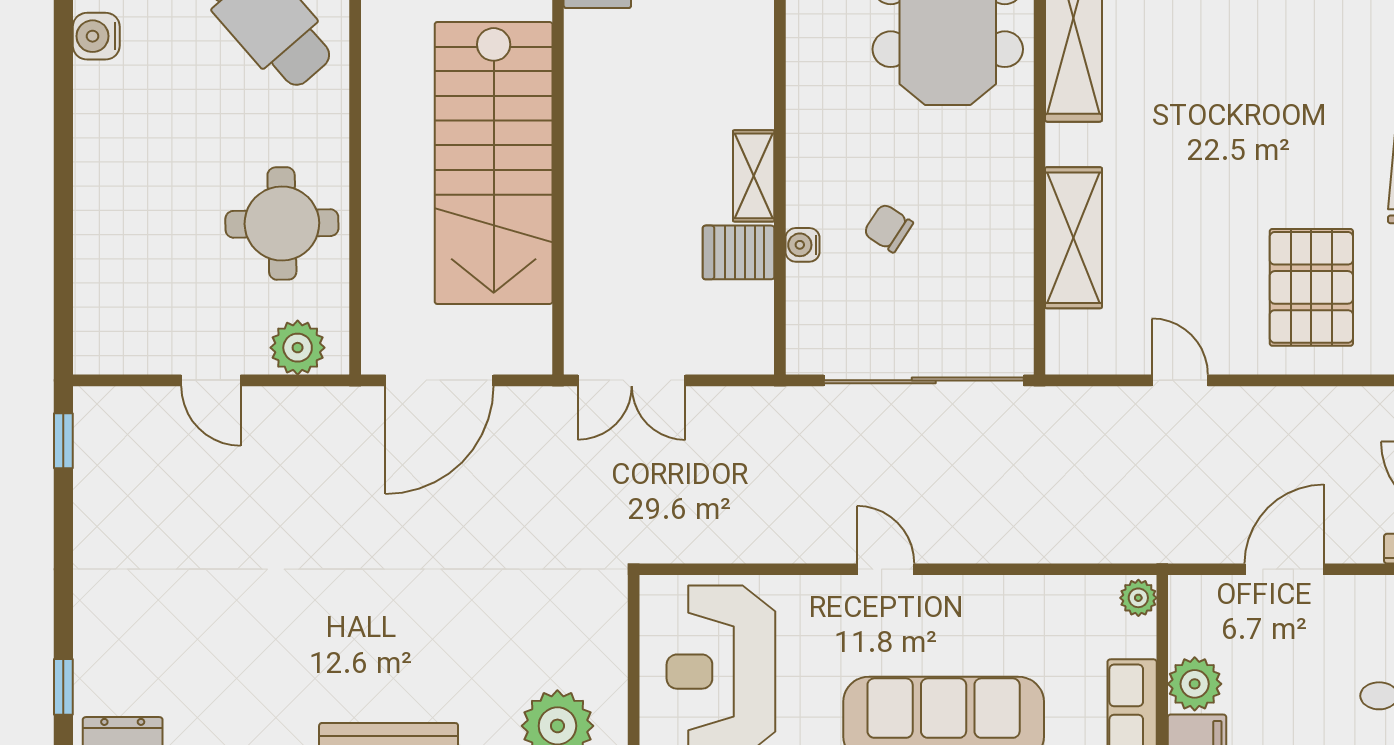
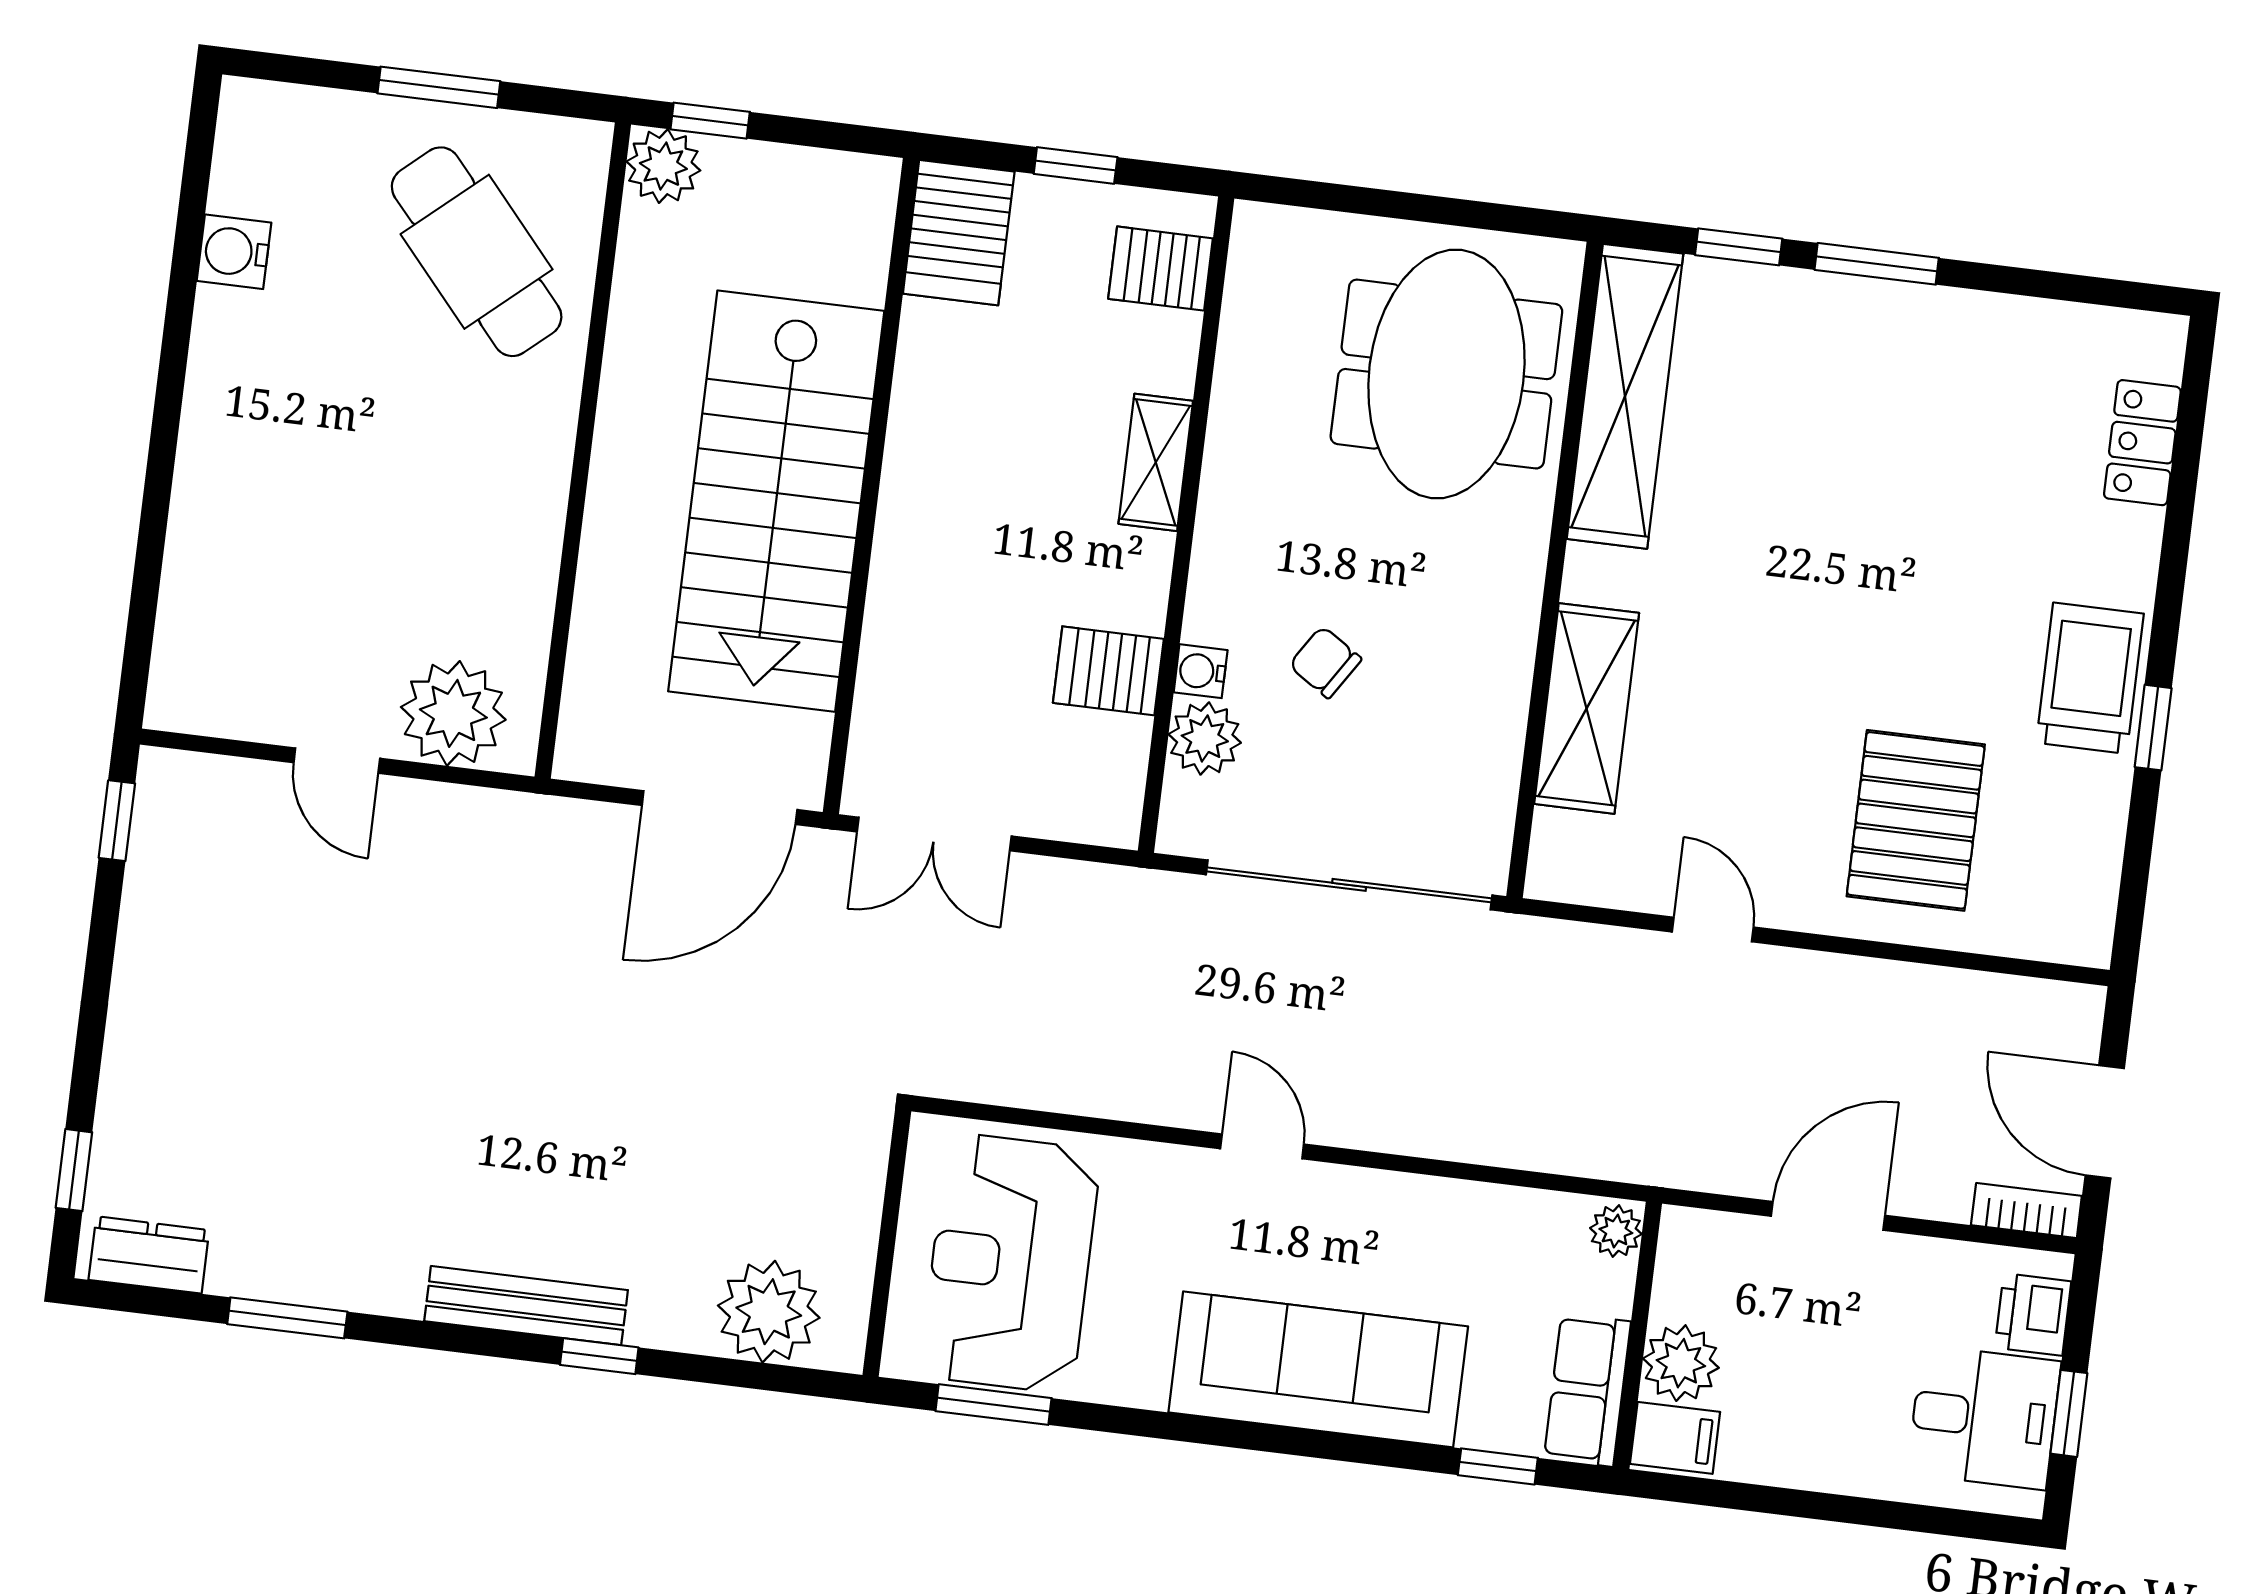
shelving: (754, 176) -> (1156, 462), moved
round table: (282, 223) -> (465, 550), removed
plant: (811, 291) -> (1205, 738), added
plant: (298, 348) -> (453, 713), width x1.36, depth x1.36
door: (439, 380) -> (720, 808), moved

